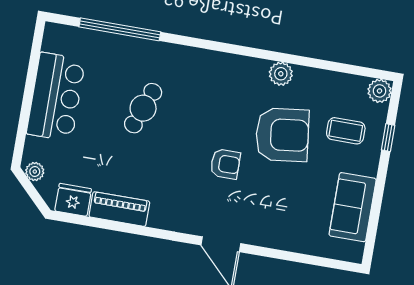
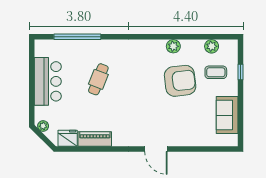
plant: (380, 91) -> (212, 46), moved
armchair: (225, 164) -> (151, 103), removed

